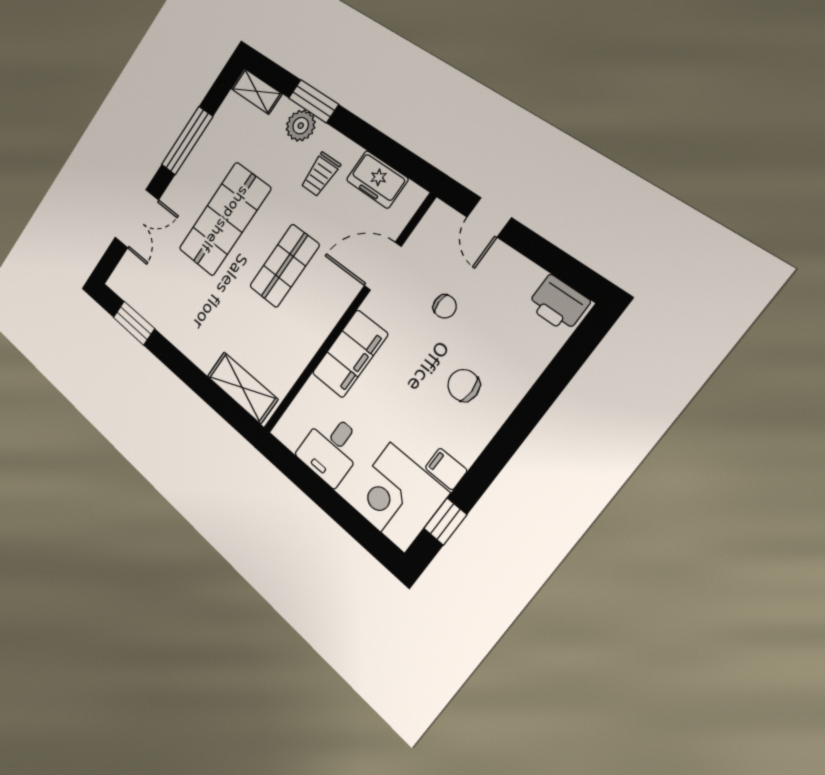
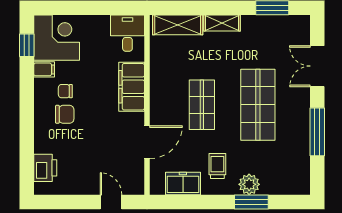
shelving: (256, 91) -> (222, 23), moved
printer: (558, 303) -> (45, 168), moved, turned 90
chair: (445, 306) -> (65, 91), moved
desk: (331, 449) -> (127, 33), moved

